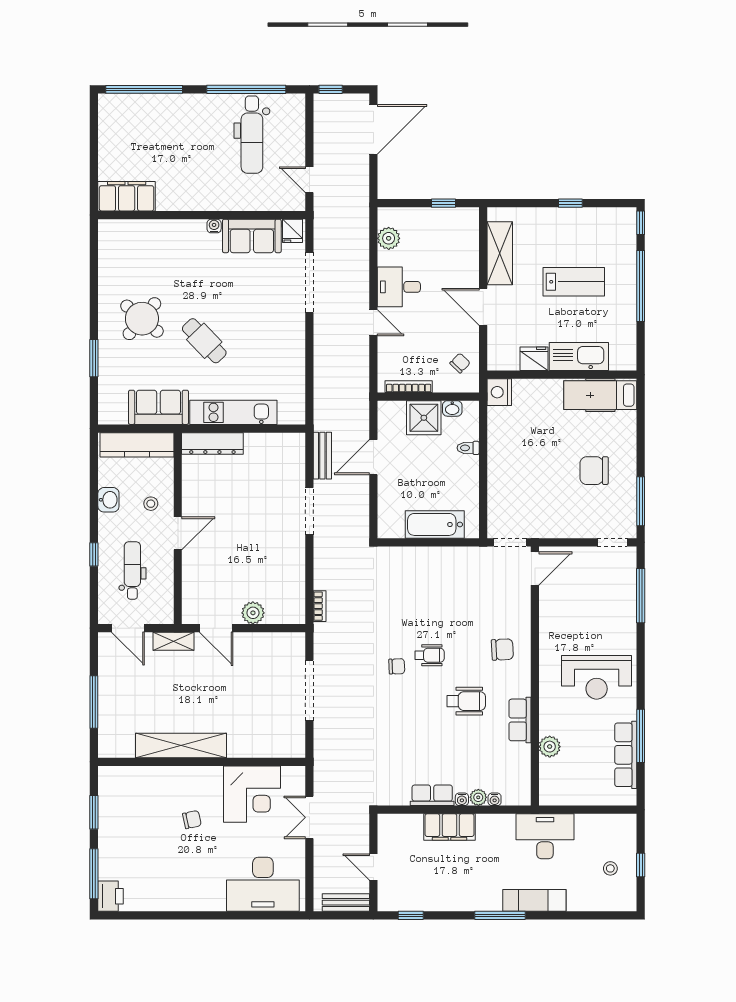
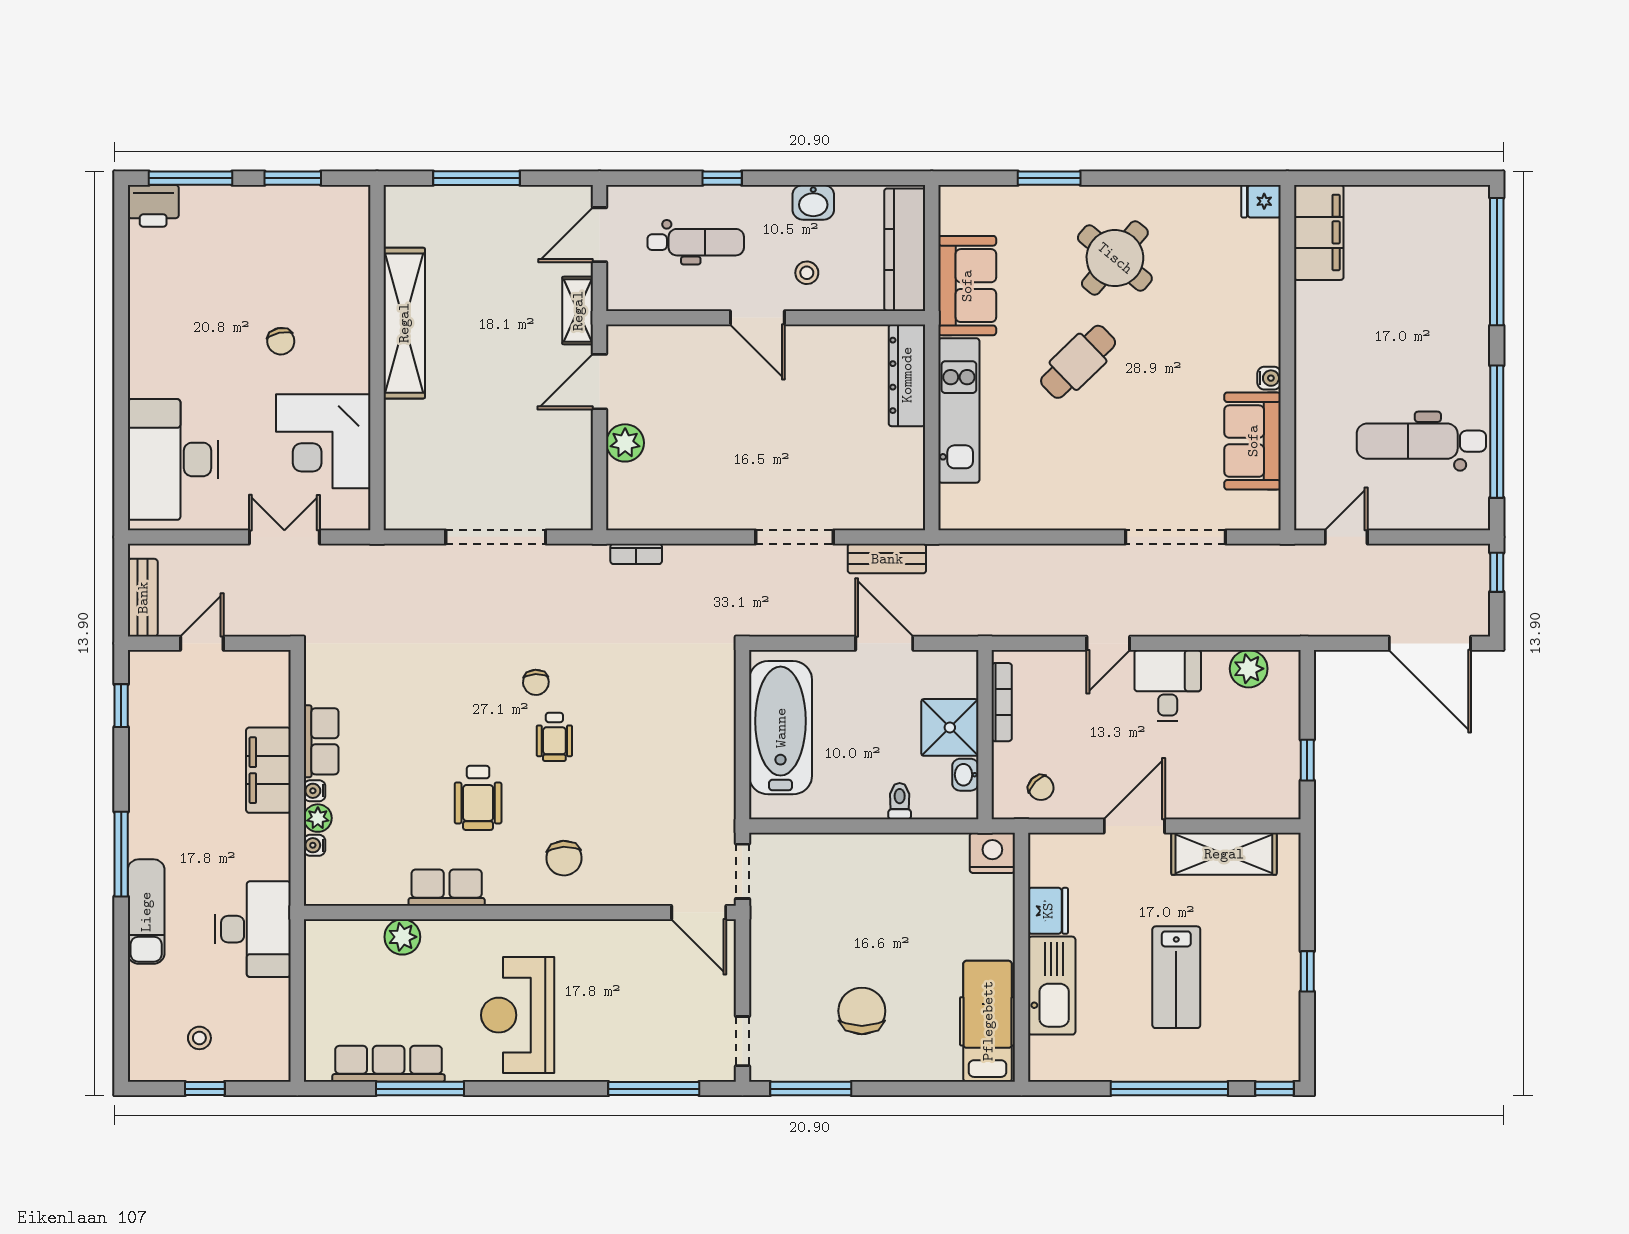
fridge: (293, 231) -> (1261, 201), moved
bathtub: (435, 524) -> (781, 728), width x1.36, depth x1.36

